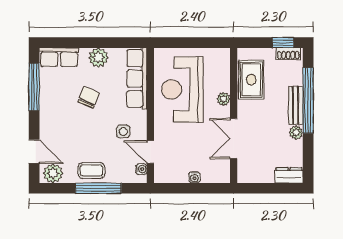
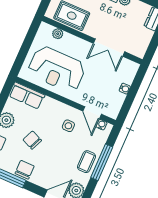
row of seats: (137, 79) -> (27, 96), width x0.68
plant: (224, 99) -> (58, 34), moved
chair: (51, 104) -> (25, 170), added
door: (150, 152) -> (92, 113), hinge flipped

